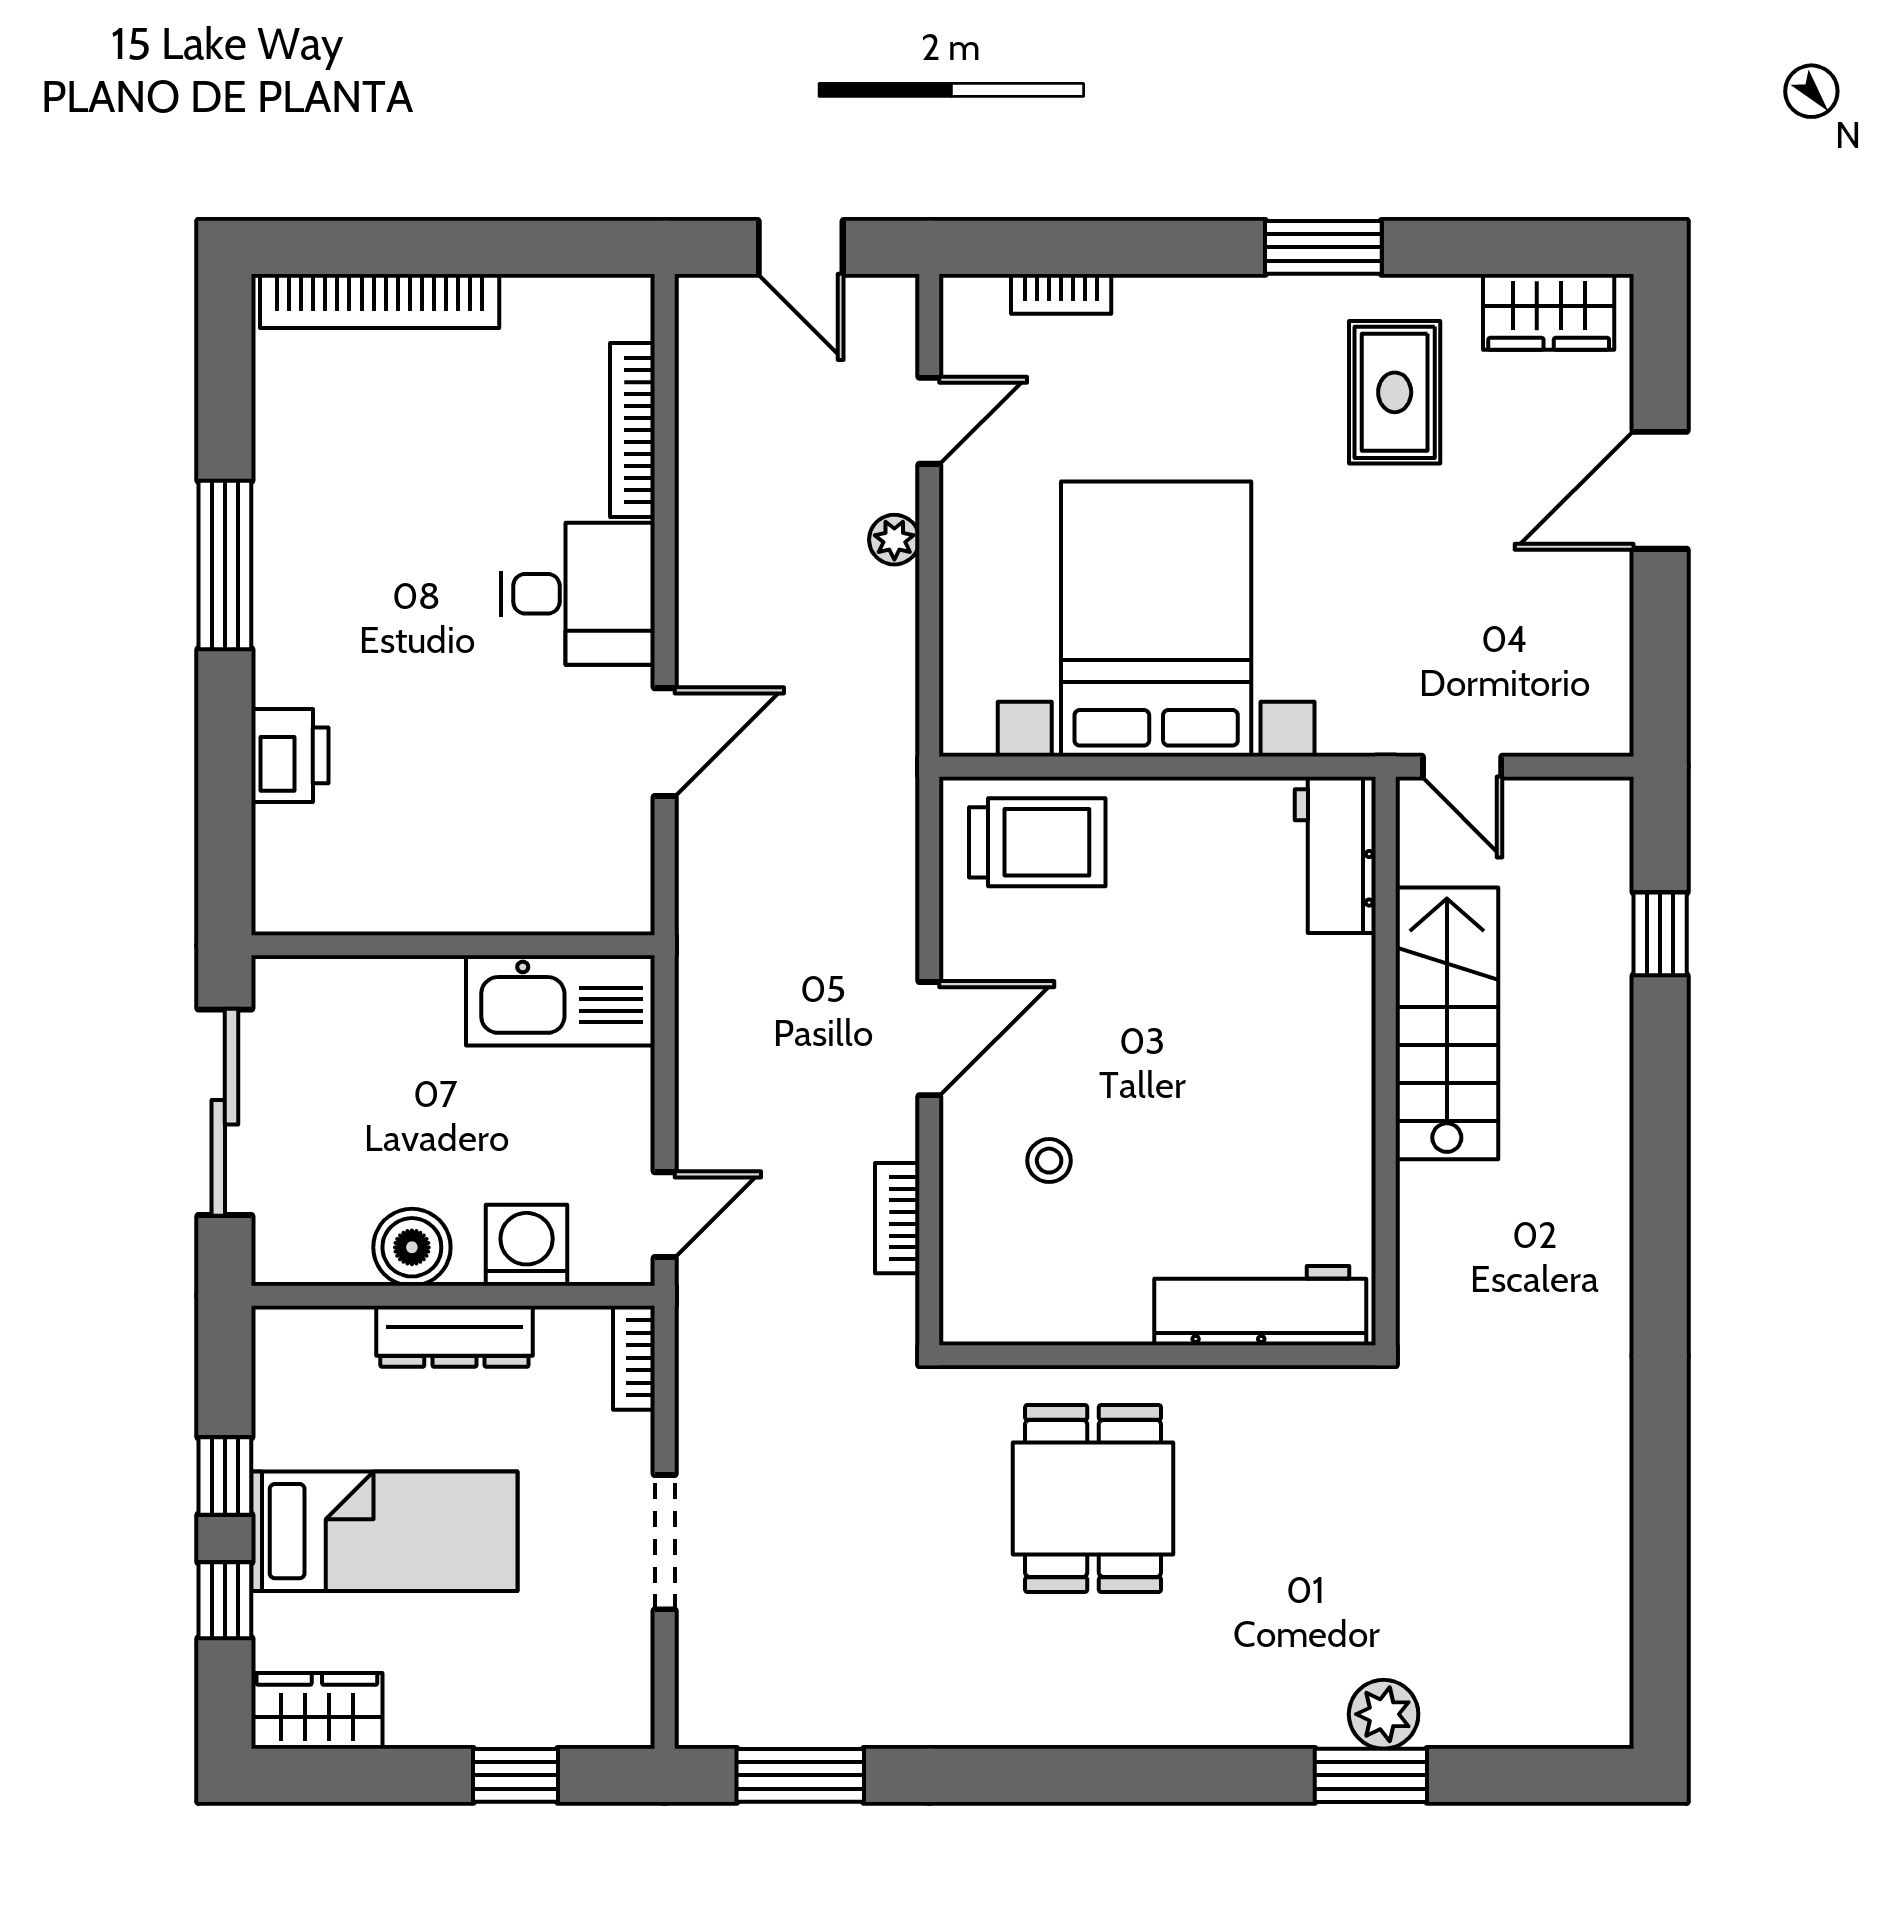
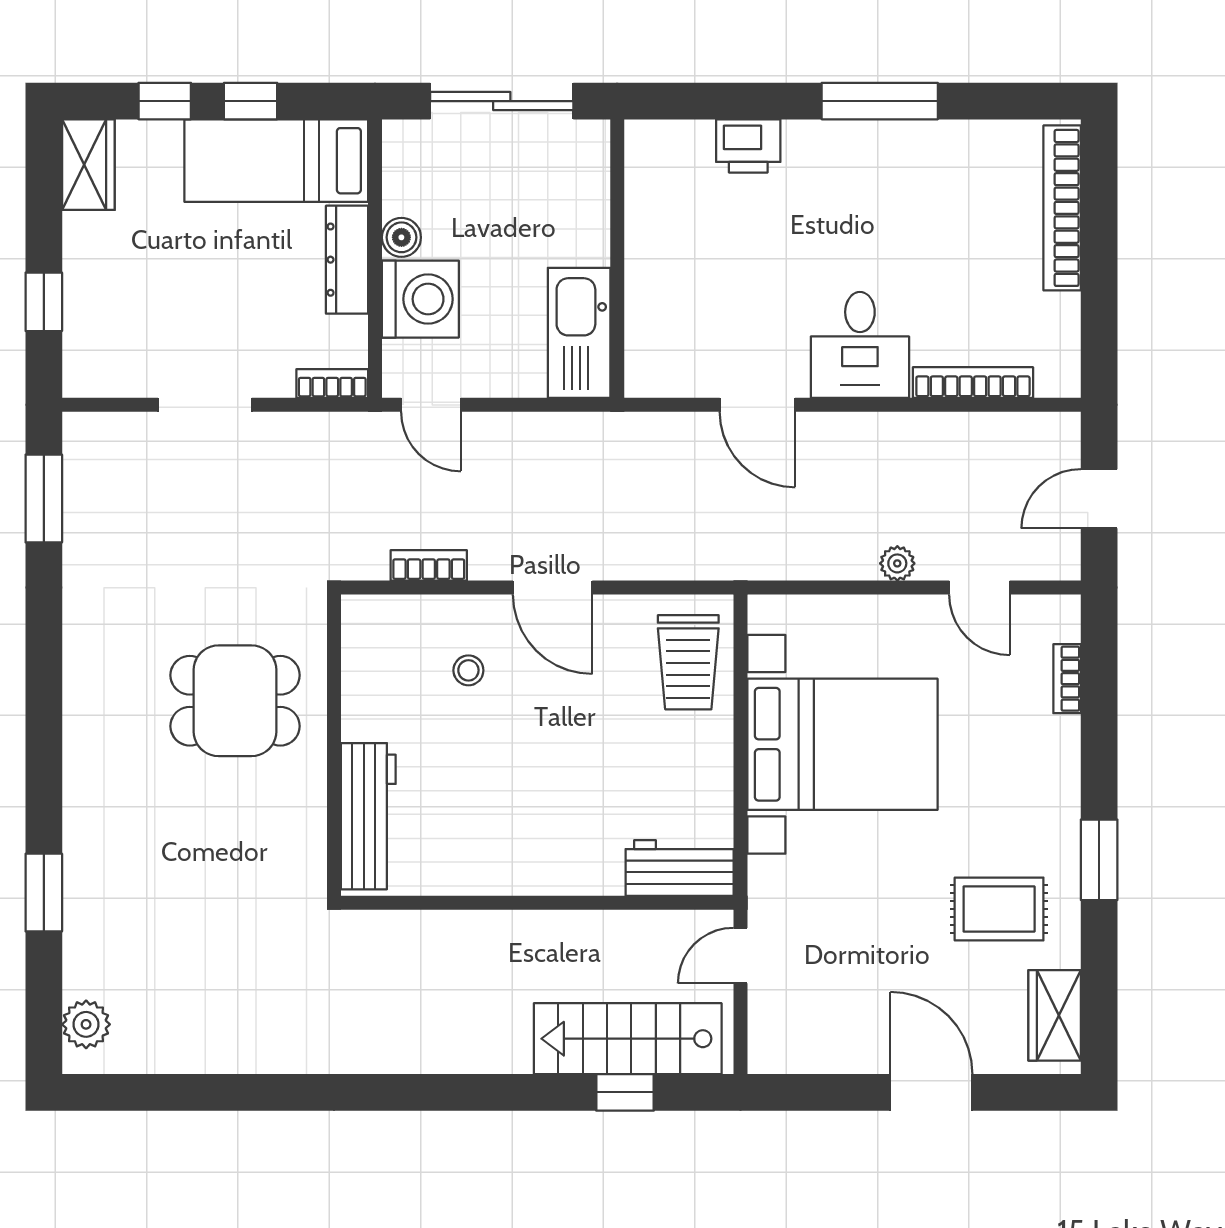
stairs: (1447, 1023) -> (628, 1039), moved, turned 180
washing machine: (527, 1245) -> (420, 299), width x1.37, depth x1.37
boiler: (412, 1247) -> (401, 237), width x0.73, depth x0.73
bed: (384, 1531) -> (276, 161), moved, turned 90
plant: (1384, 1714) -> (86, 1024), moved

